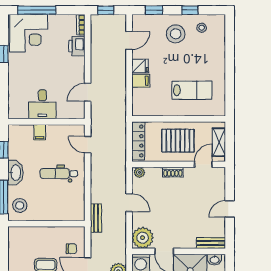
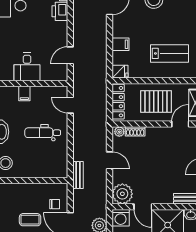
fridge: (140, 66) -> (120, 72), moved
shoe rack: (173, 172) -> (135, 131), moved

